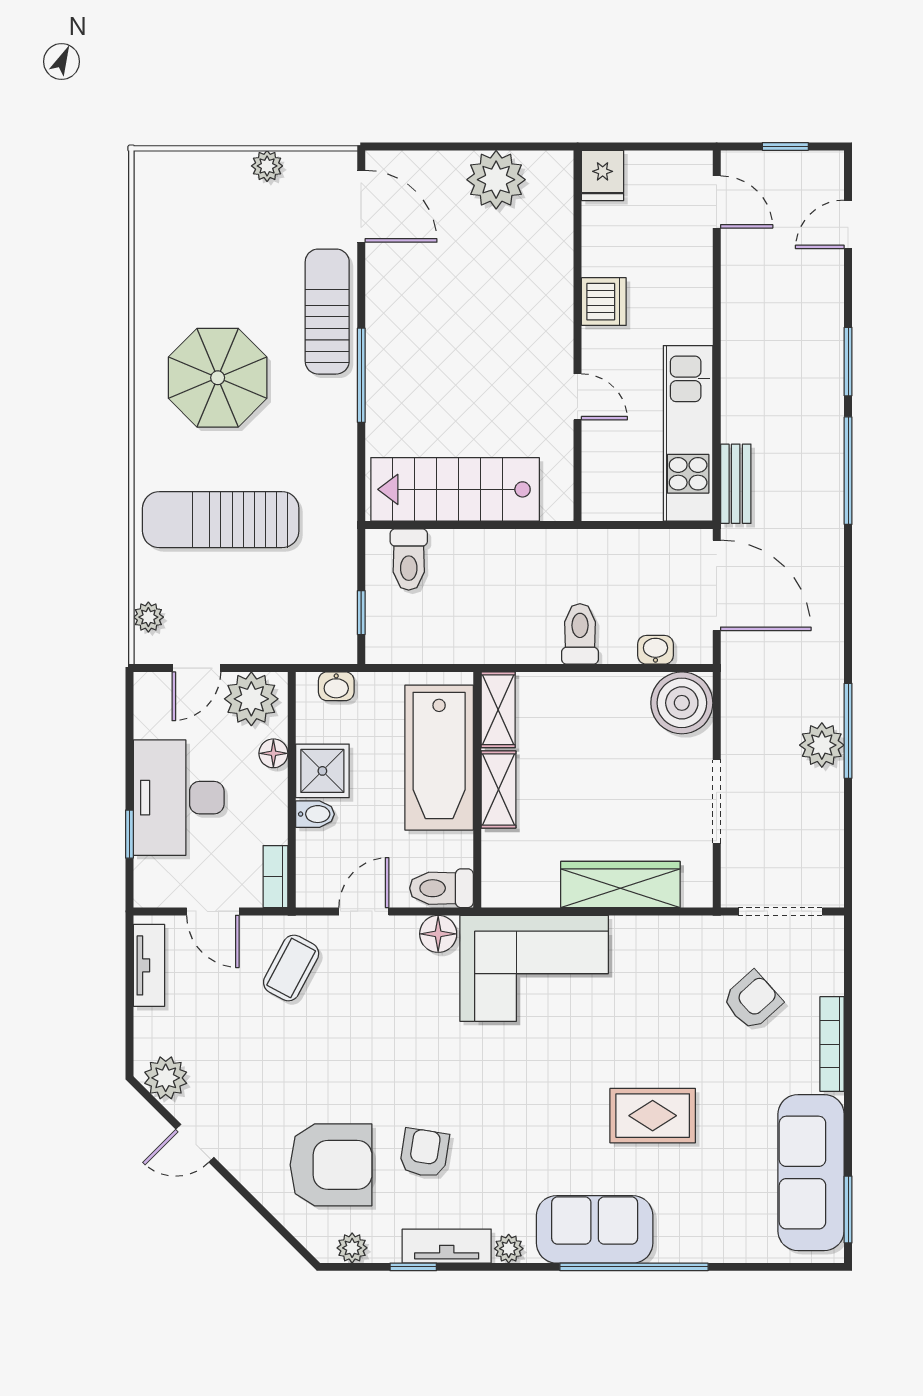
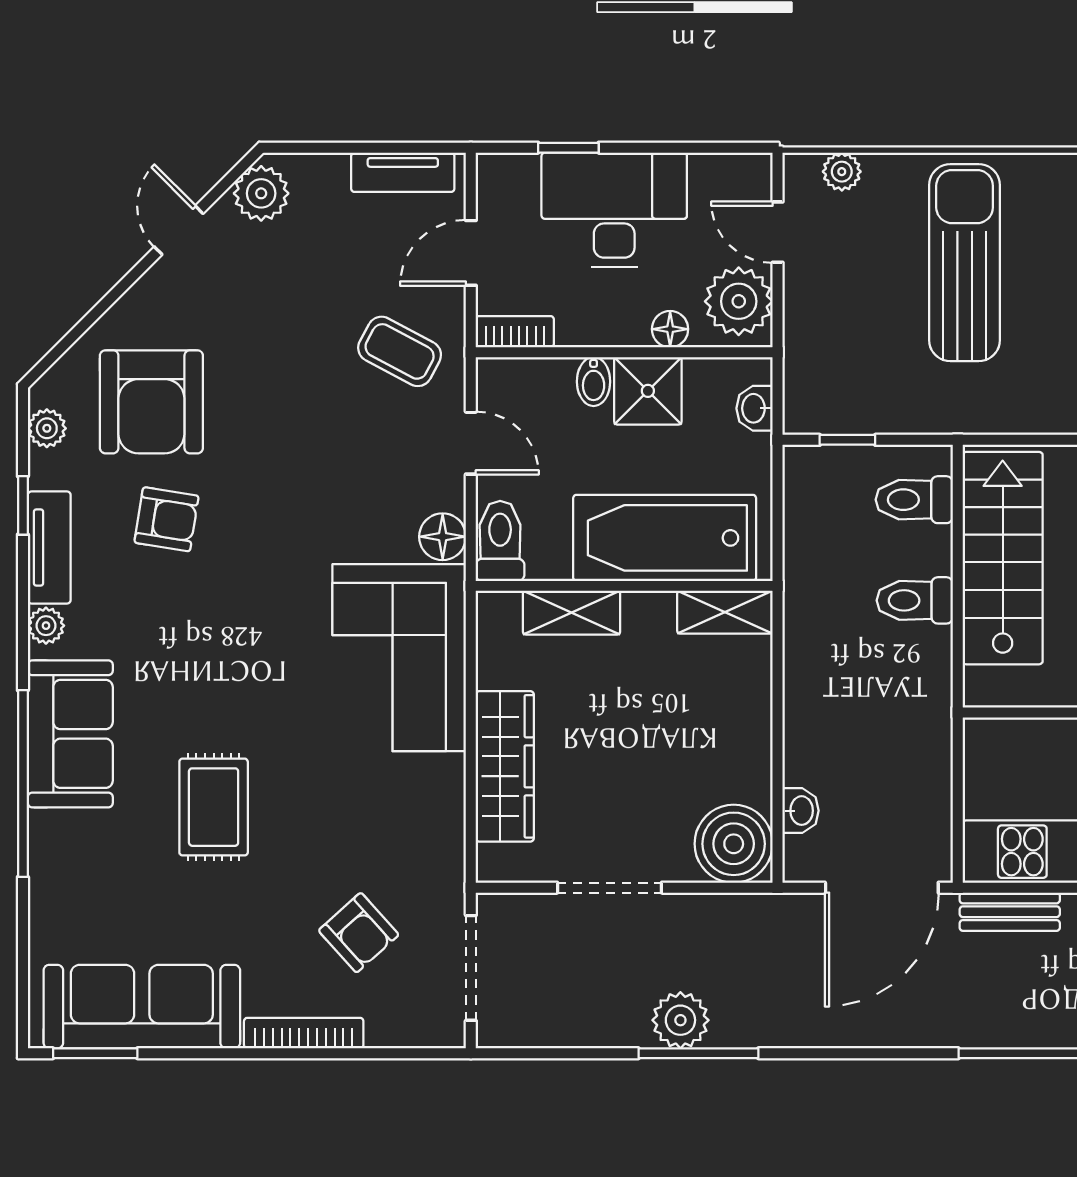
toilet: (580, 634) -> (915, 600), moved, turned 180
shelving: (498, 789) -> (572, 613), moved

